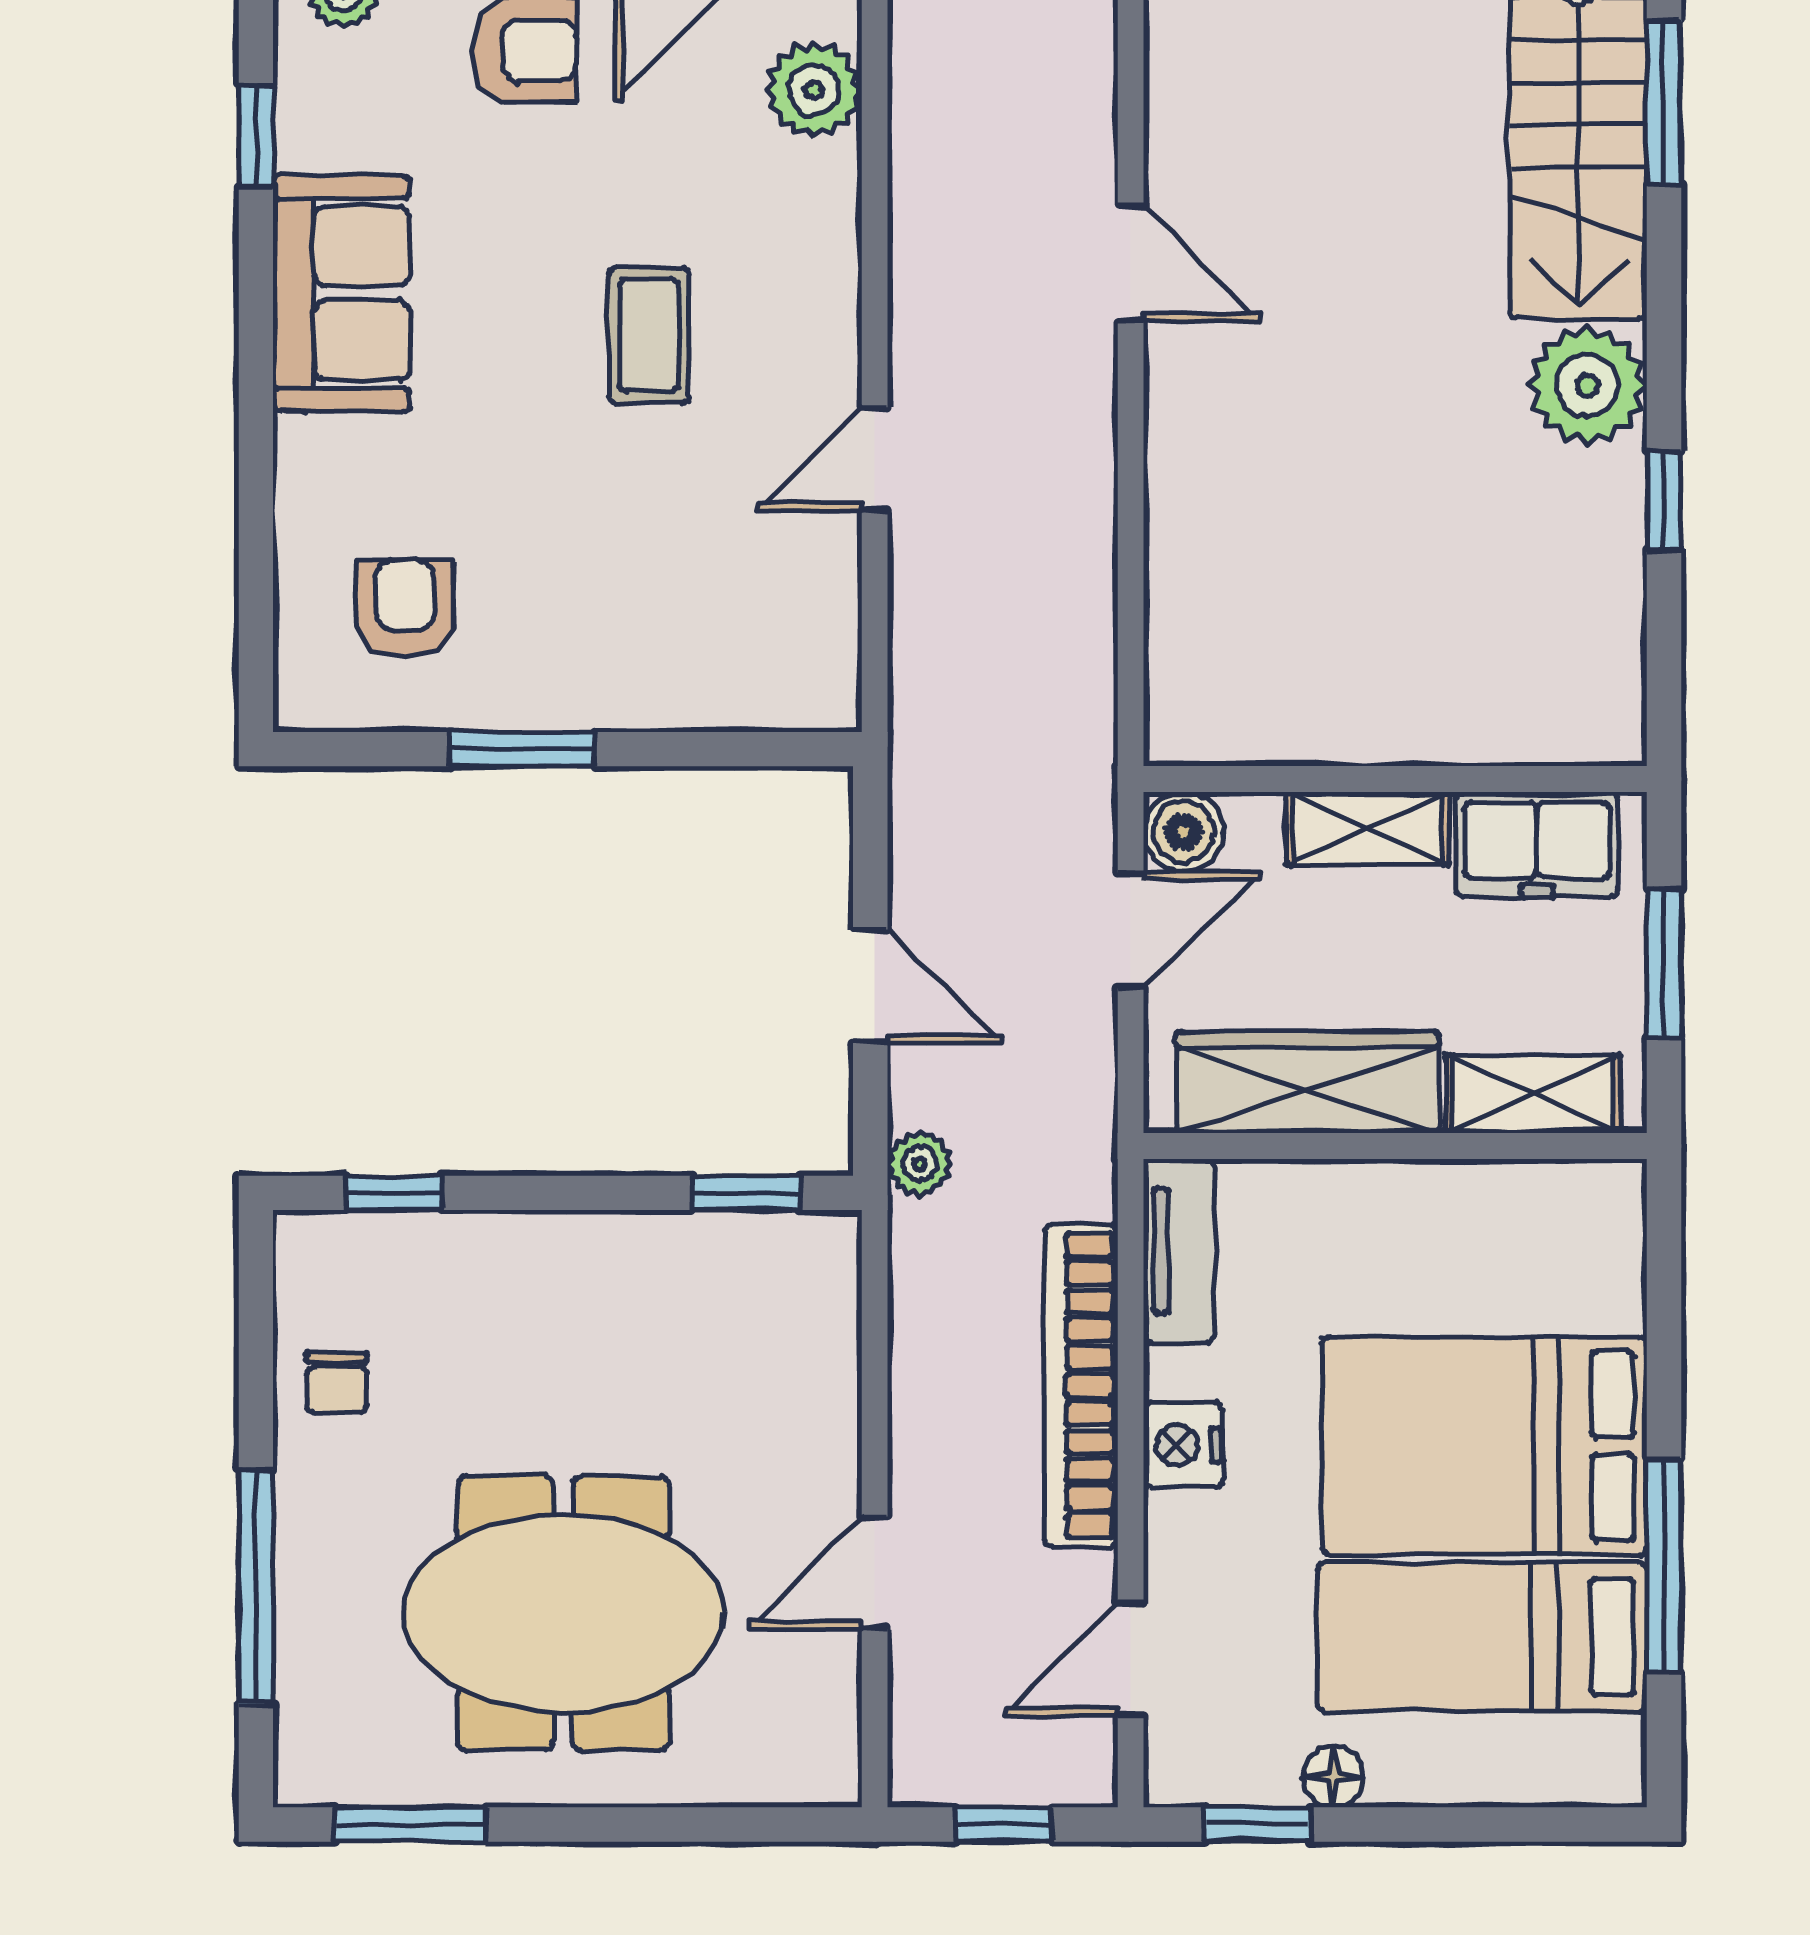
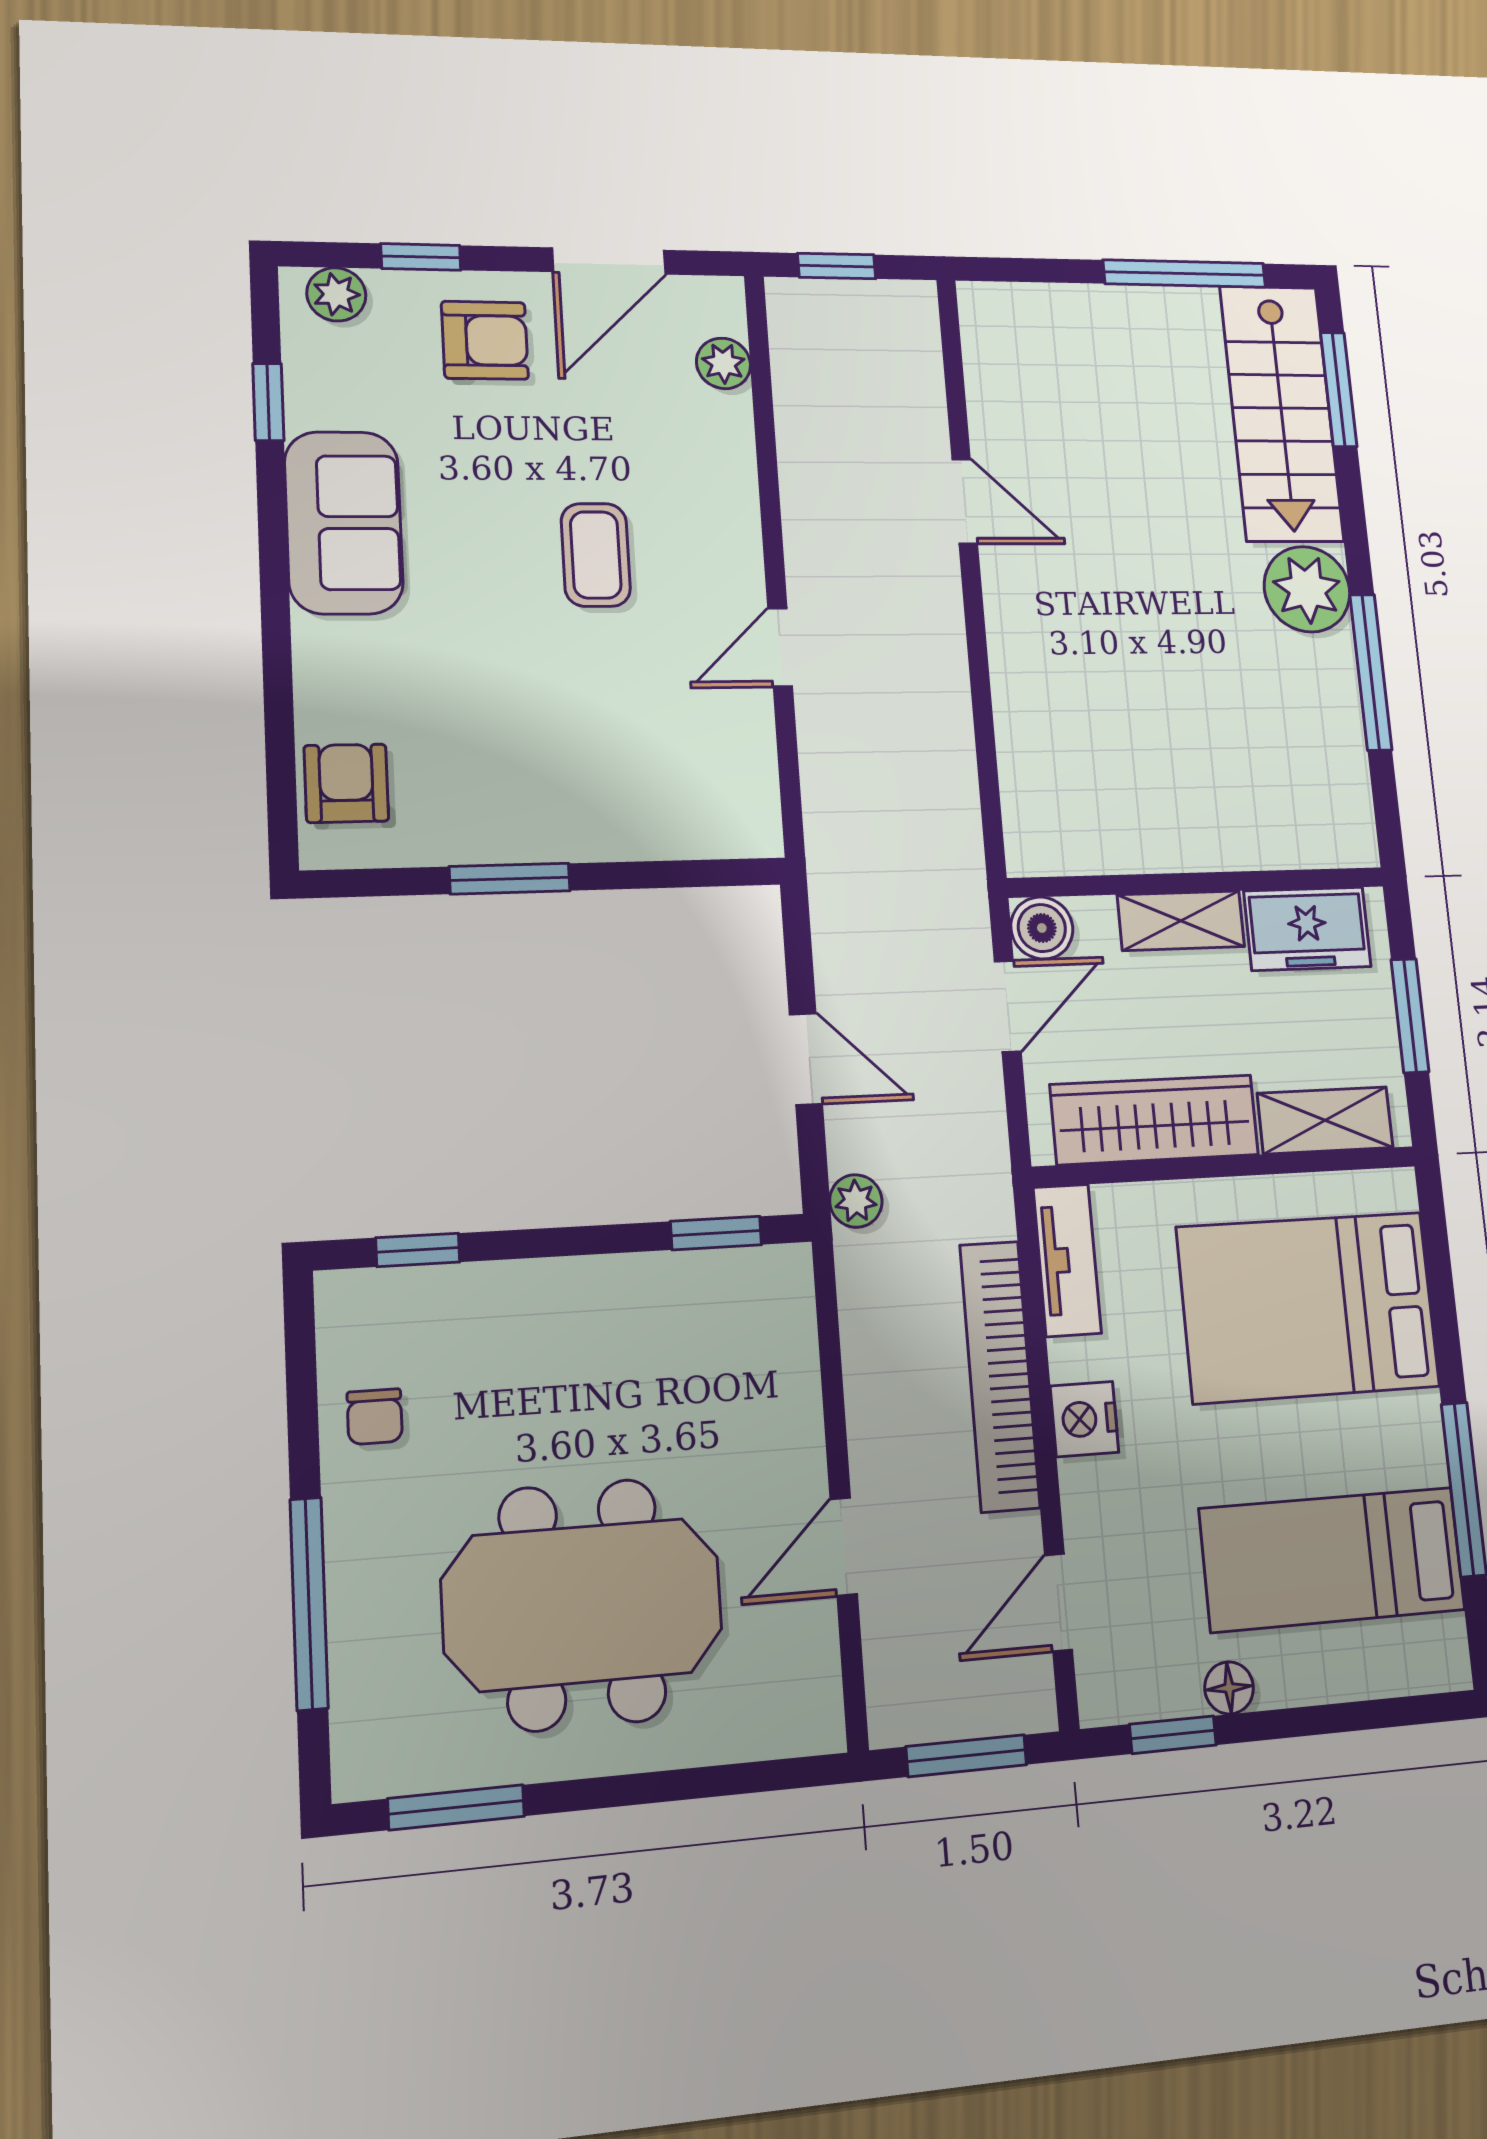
plant: (814, 90) -> (724, 363), width x0.73, depth x0.73
window: (1664, 501) -> (1371, 672), width x2.17
armchair: (405, 609) -> (346, 783), moved
bed: (1485, 1446) -> (1308, 1307), moved
window: (1003, 1824) -> (966, 1756), width x1.50

